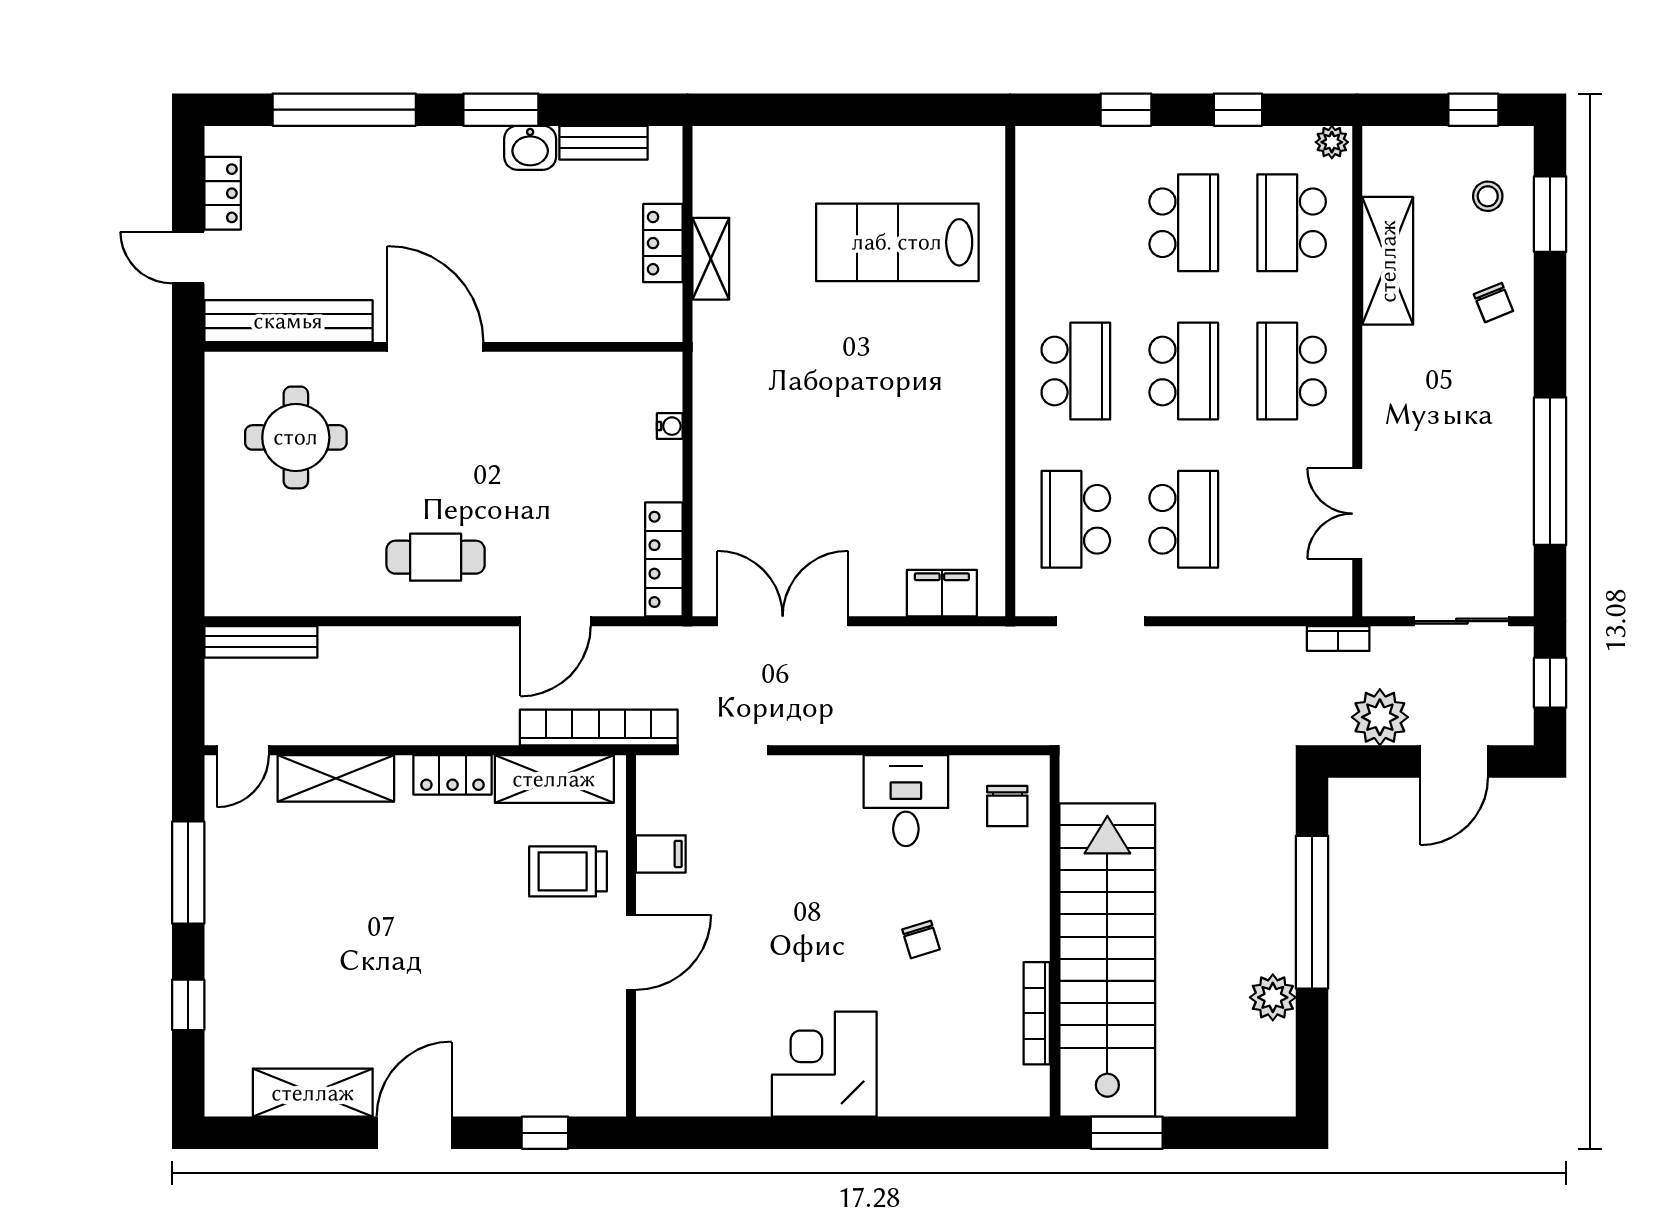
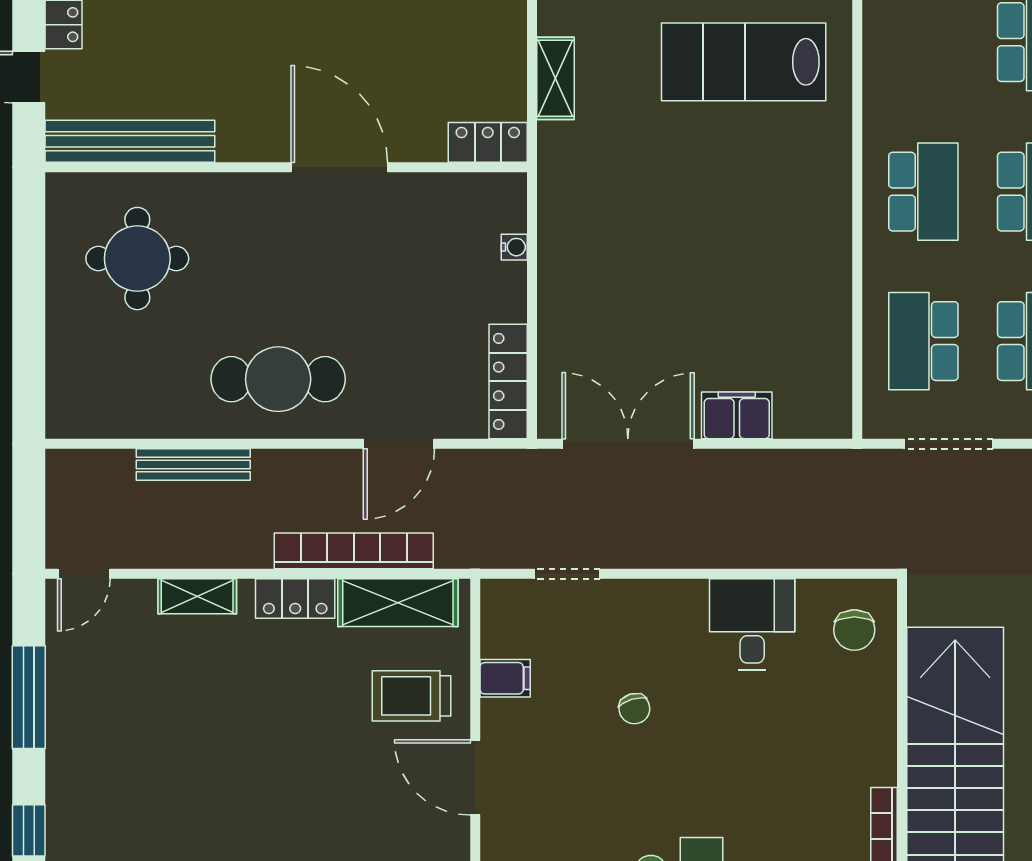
locker: (663, 243) -> (488, 142), moved, turned 90
door: (435, 347) -> (339, 167), moved
cafe table: (436, 557) -> (278, 379), width x1.37, depth x1.35
filing cabinet: (942, 593) -> (737, 415), moved
bench: (261, 642) -> (193, 464), moved
bookcase: (599, 728) -> (354, 551), moved
doorway: (723, 750) -> (567, 574), width x0.73
shelving: (336, 778) -> (197, 596), width x0.67, depth x0.75
chair: (921, 939) -> (634, 709), moved
door: (631, 952) -> (475, 777), swing flipped

